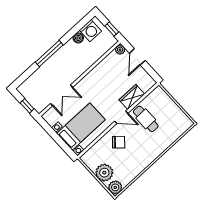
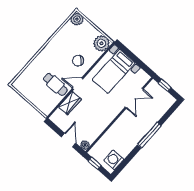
boiler: (78, 38) -> (124, 152), removed
double door: (62, 95) -> (134, 98), swing flipped
plant: (104, 173) -> (101, 43), moved

